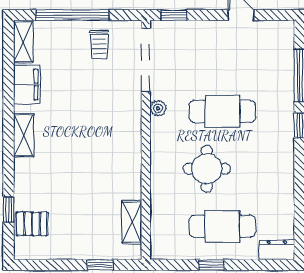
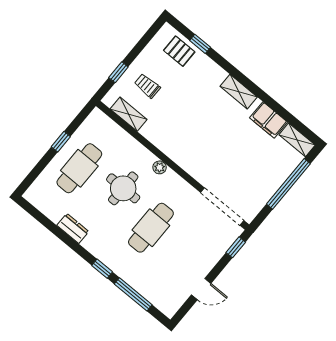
trolley: (99, 44) -> (147, 86), moved
plant: (158, 108) -> (160, 167), moved
pallet: (32, 224) -> (179, 51), turned 90
dresser: (277, 250) -> (73, 228), moved, turned -90

